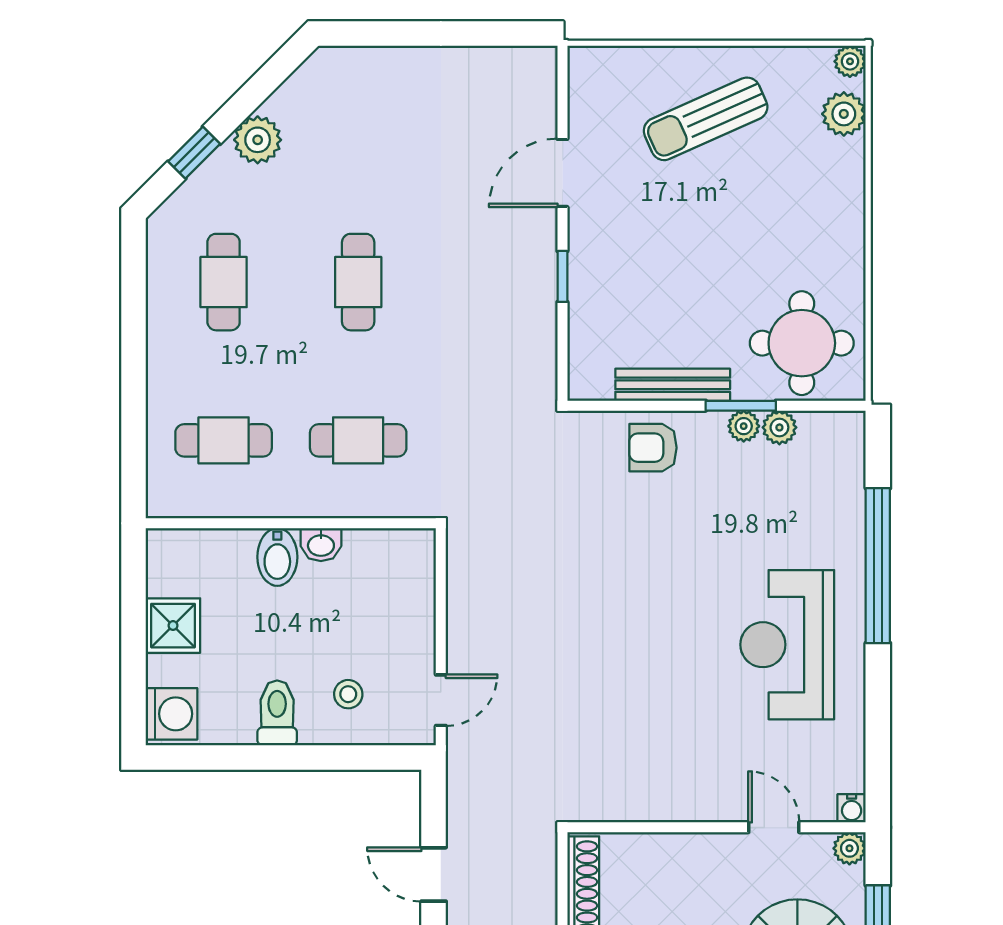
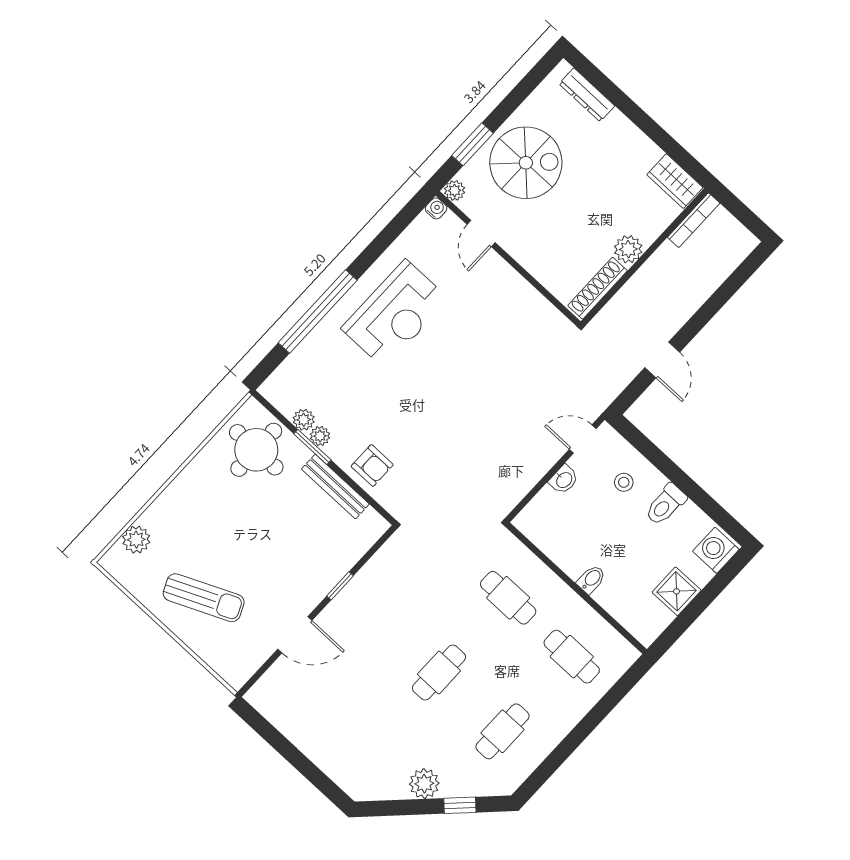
plant: (850, 61) -> (110, 562), removed
washbasin: (321, 545) -> (564, 480), moved, turned 90
bidet: (277, 557) -> (591, 579), width x0.72, depth x0.74

